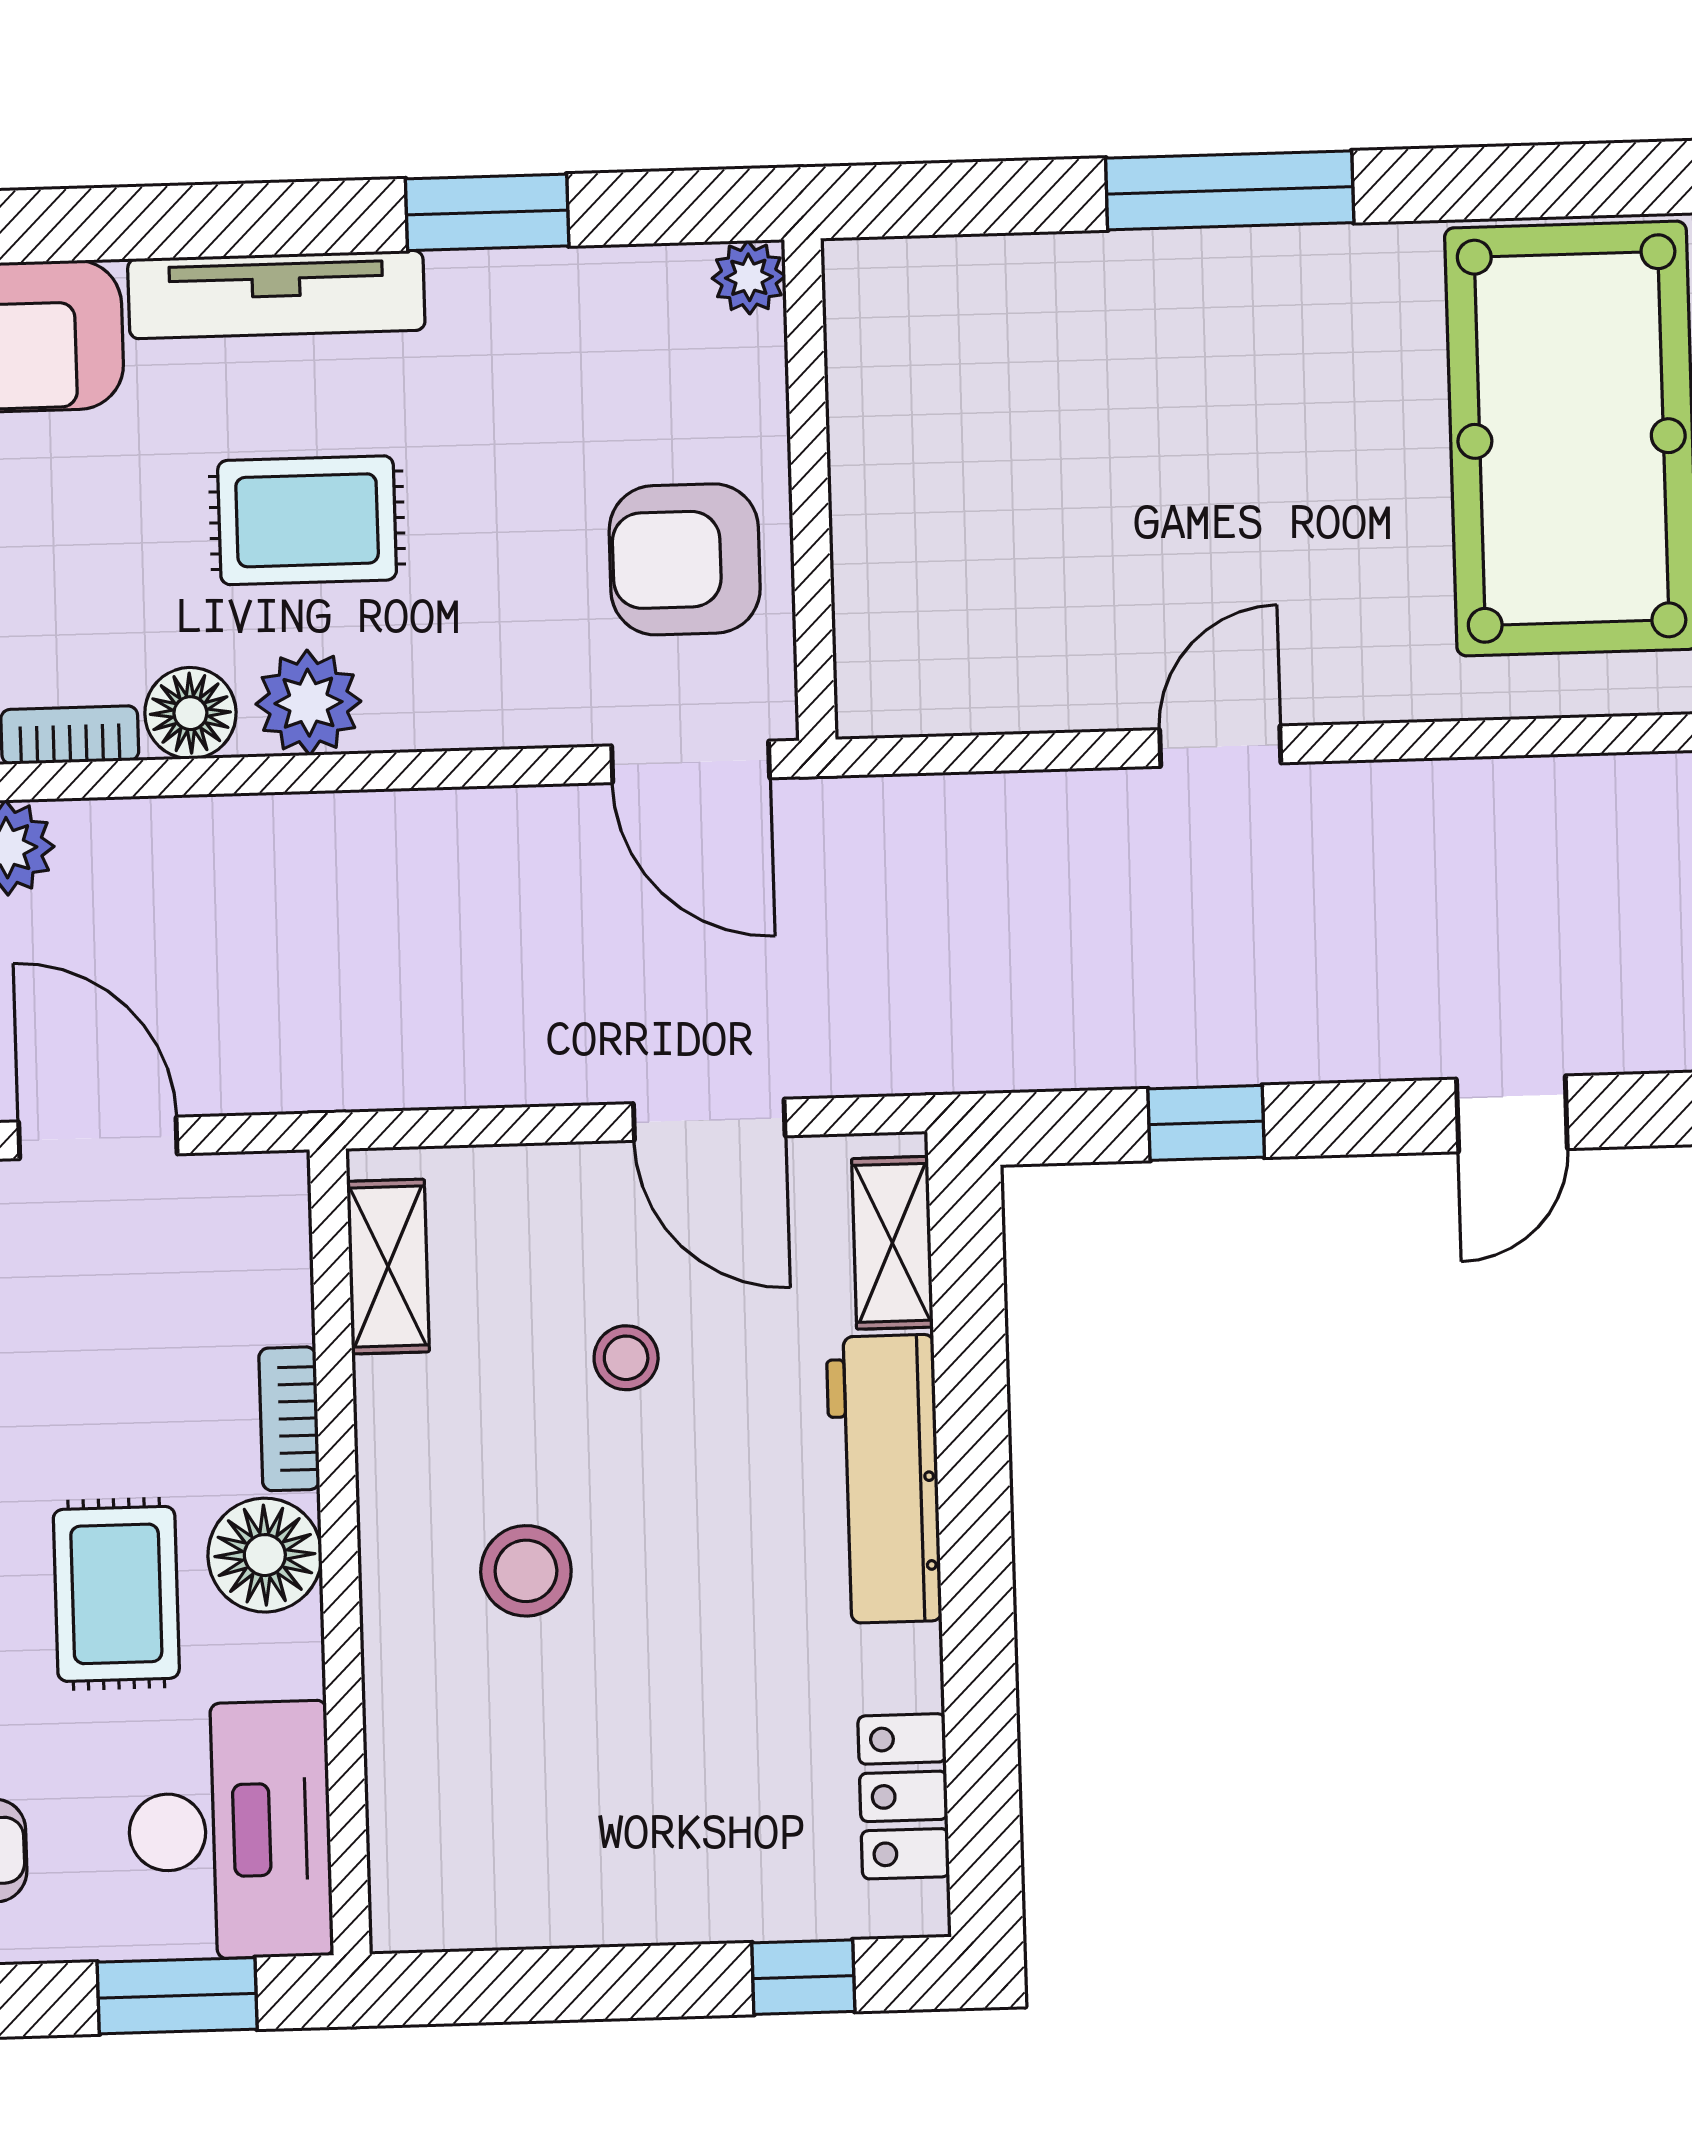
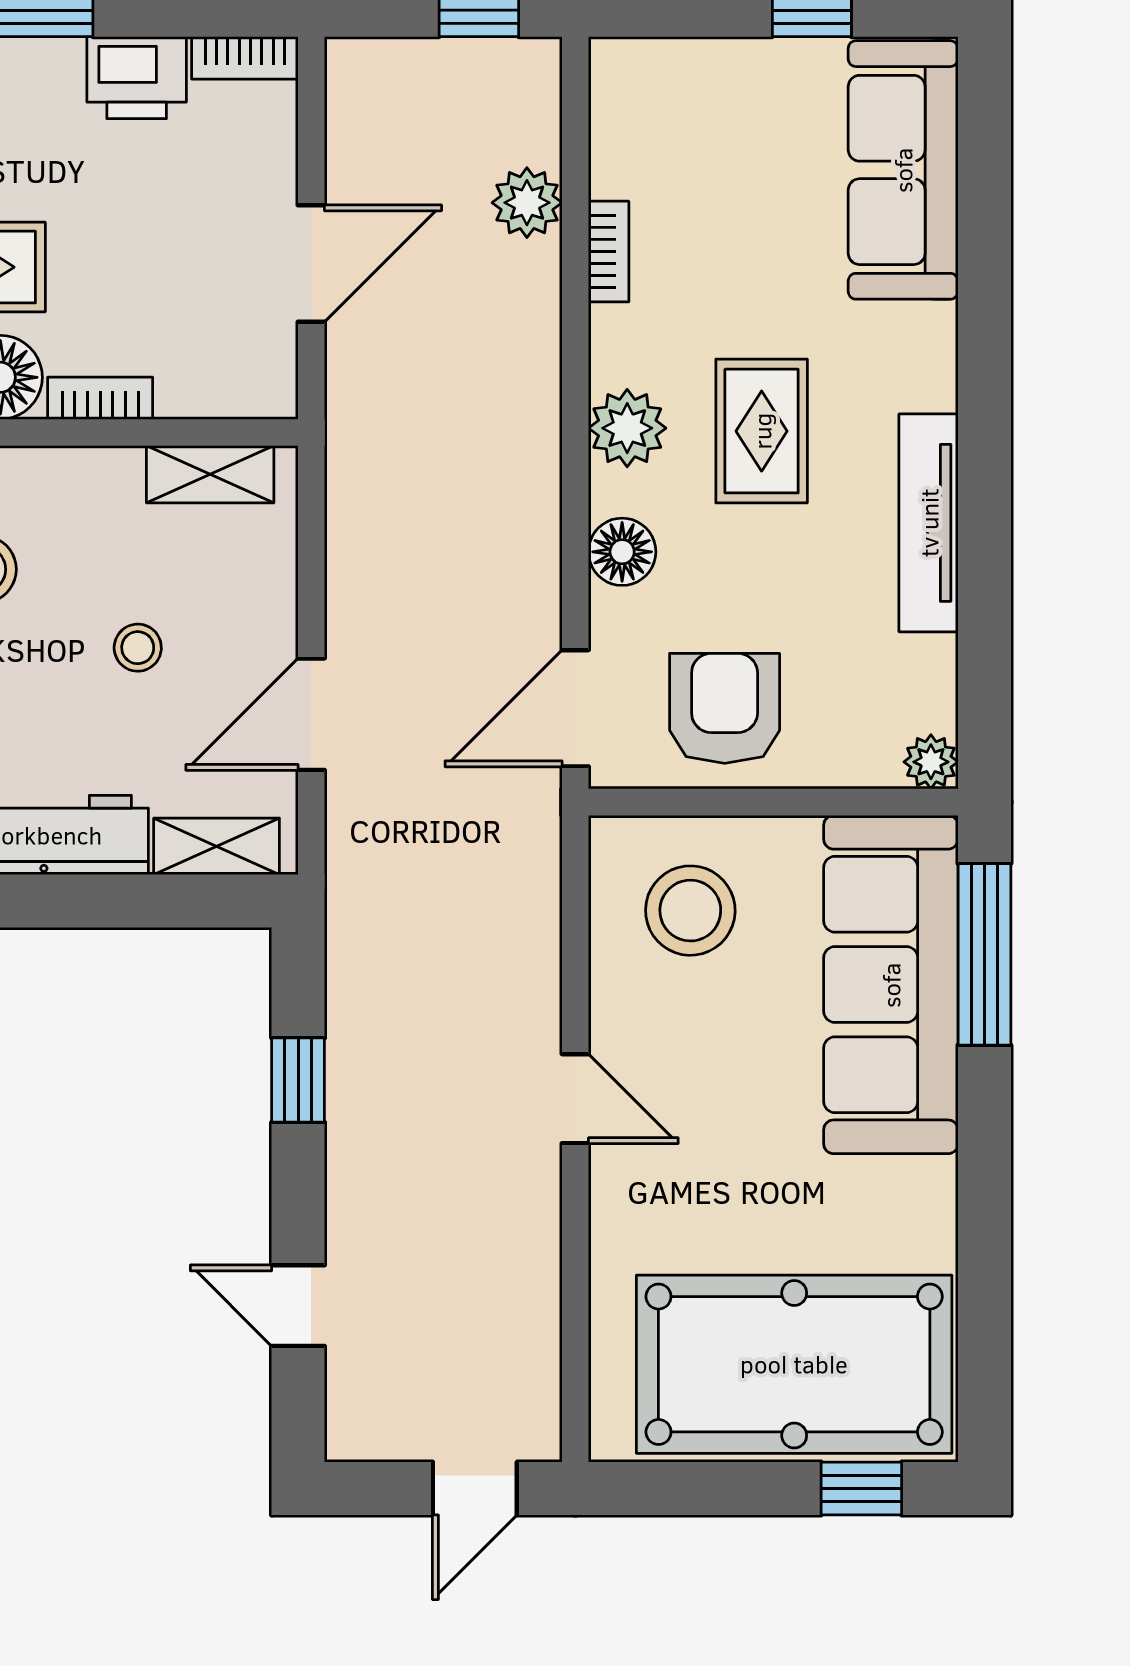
window: (1230, 190) -> (984, 954), moved
window: (487, 212) -> (984, 570), removed
tv unit: (276, 295) -> (929, 523), moved
sofa: (1053, 323) -> (891, 985), added
stool: (960, 598) -> (690, 911), added
floor lamp: (190, 713) -> (622, 552), moved

